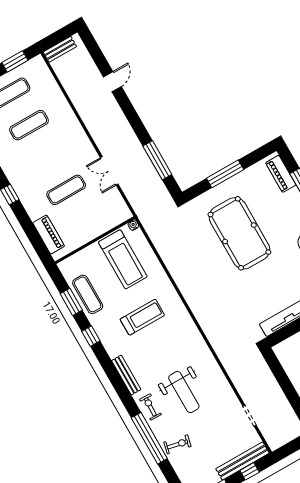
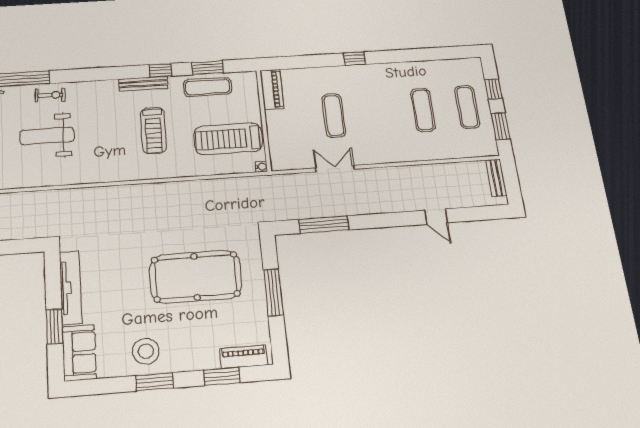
piano: (49, 235) -> (272, 90), moved, turned -90
bench: (126, 375) -> (143, 84), moved

